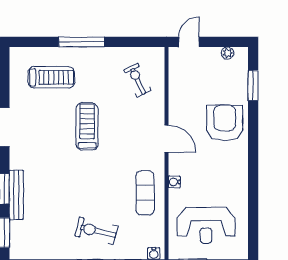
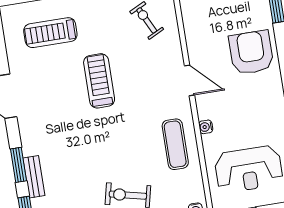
treadmill: (51, 77) -> (50, 33), turned 180
bench: (16, 195) -> (34, 177), width x0.73

